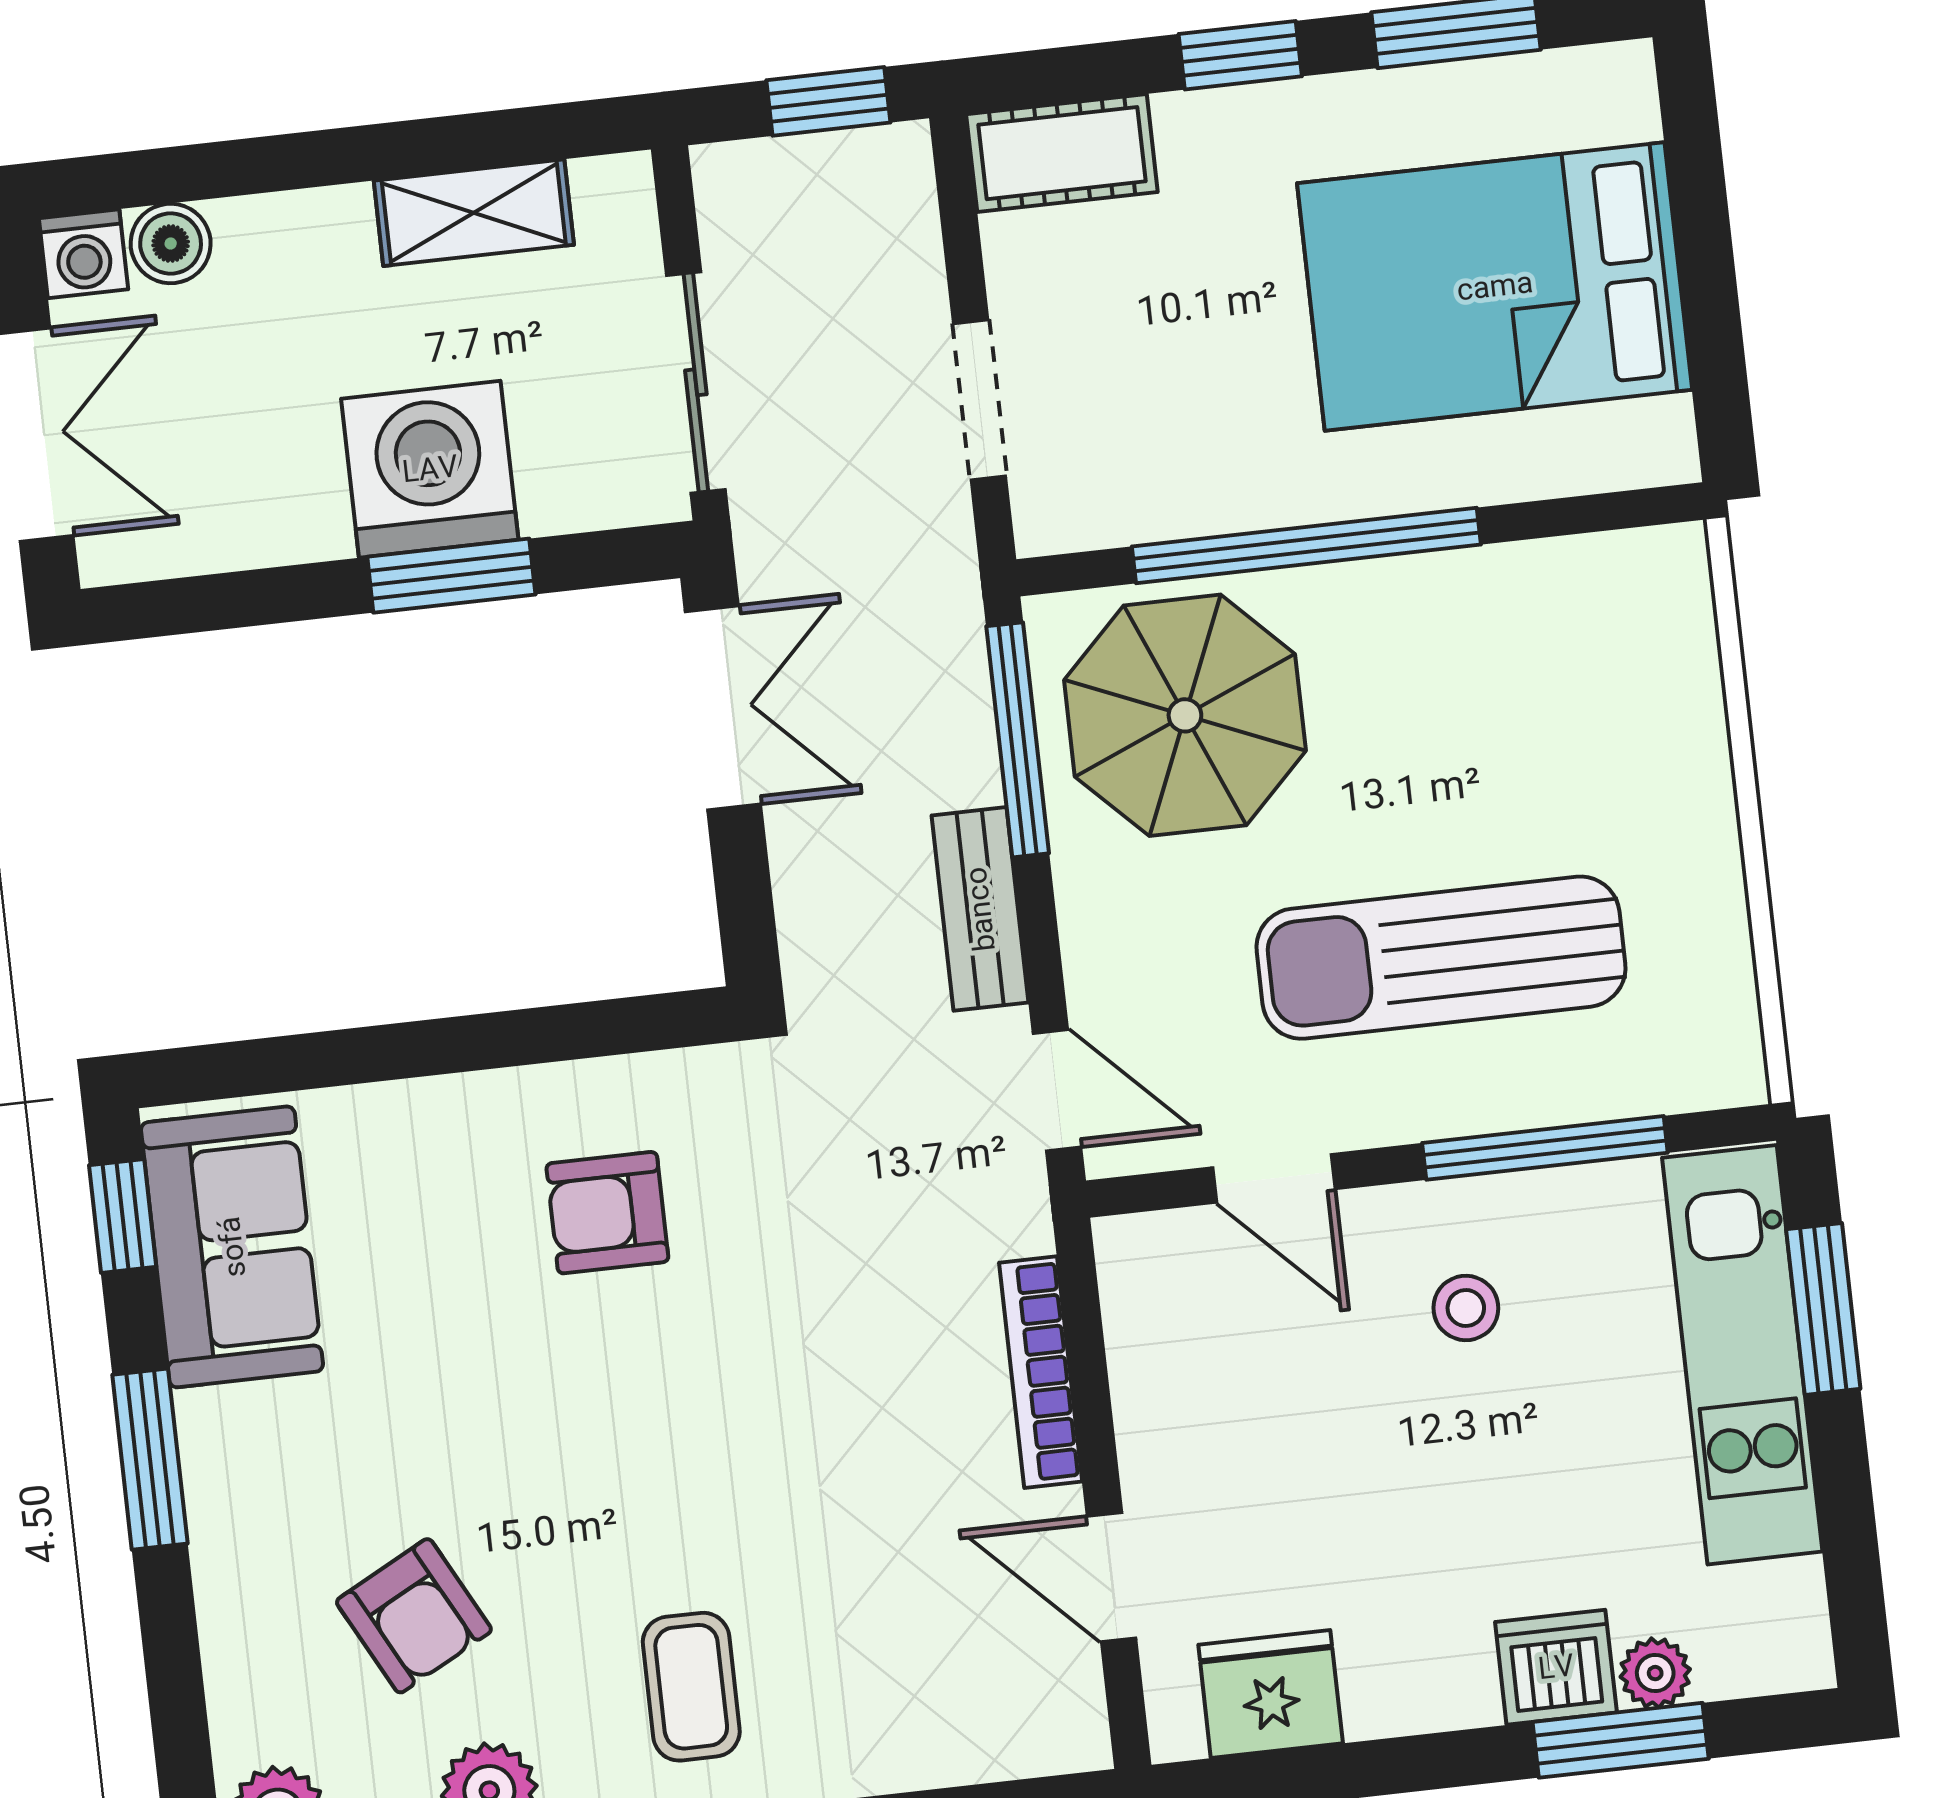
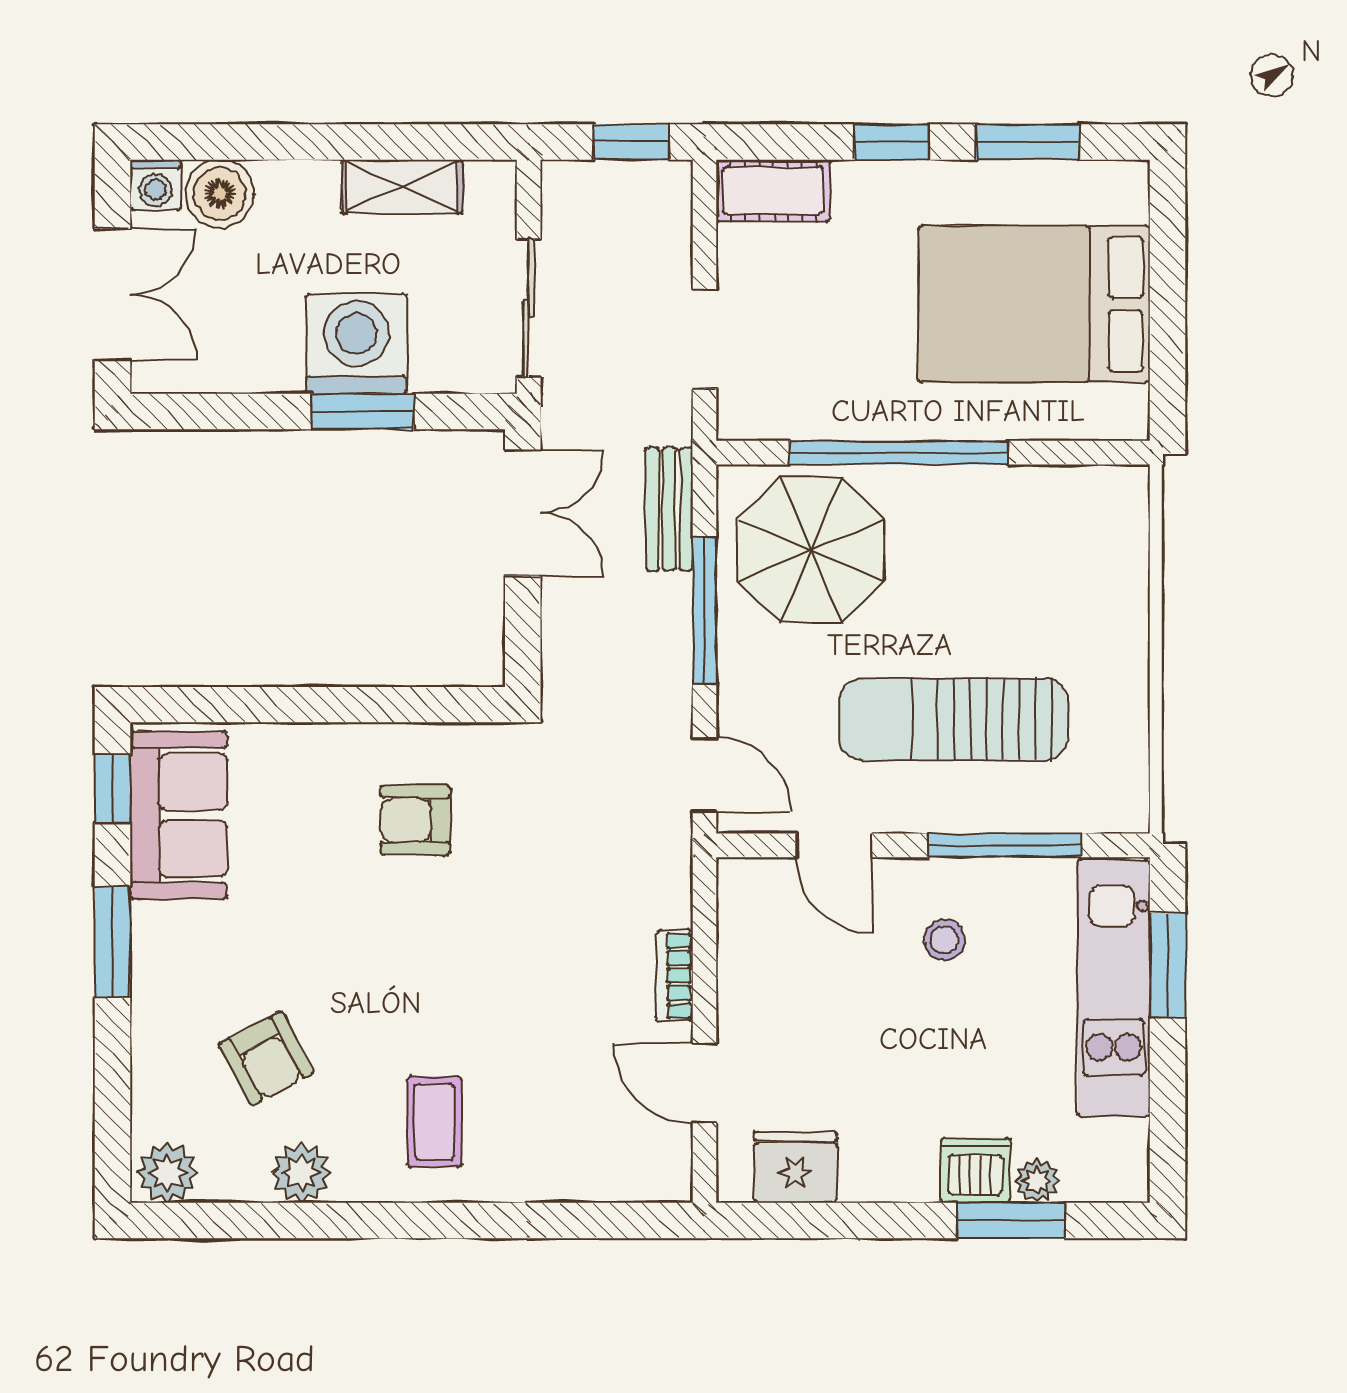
boiler: (171, 244) -> (220, 194), width x1.36, depth x1.36
window: (1018, 740) -> (705, 610), moved
bench: (980, 909) -> (669, 509), moved
bookcase: (1041, 1372) -> (675, 976), width x0.64

